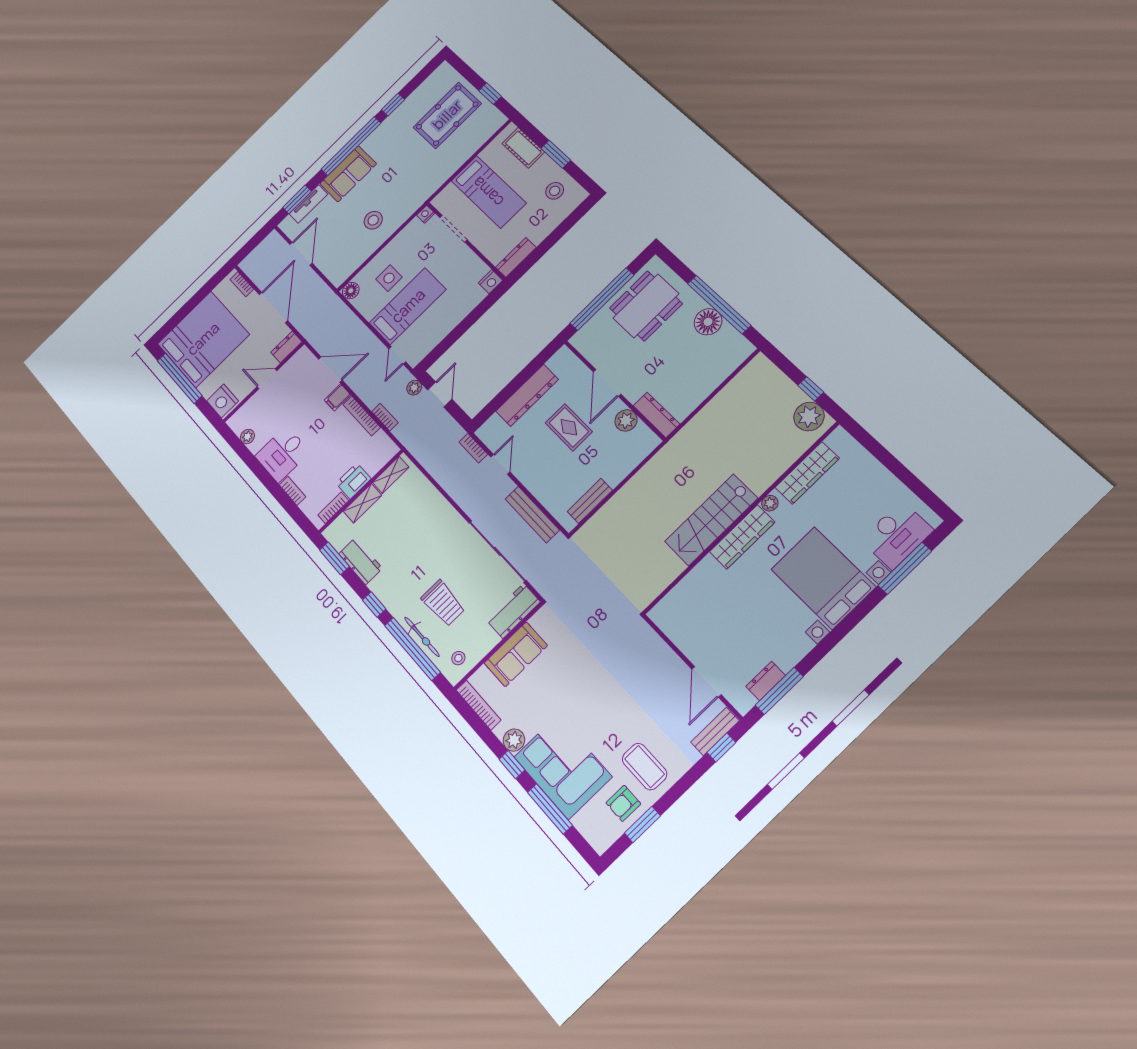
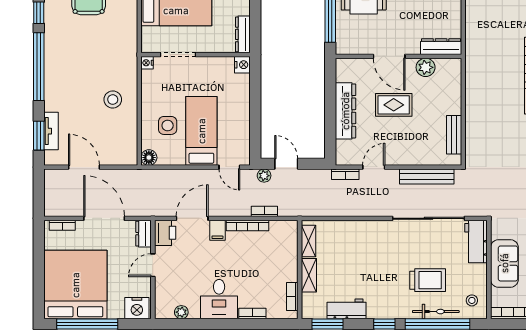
sofa: (348, 174) -> (58, 86), removed
door: (500, 464) -> (374, 167), hinge flipped
printer: (353, 481) -> (165, 233), moved, turned 180

